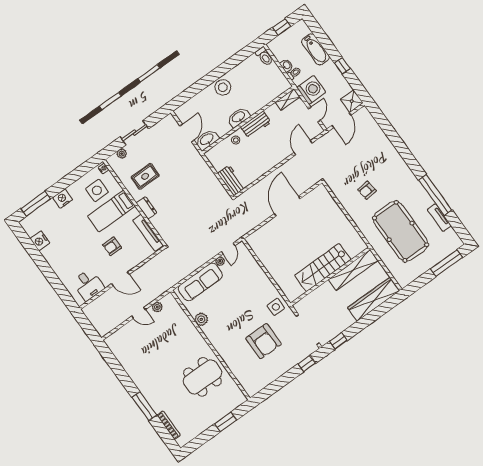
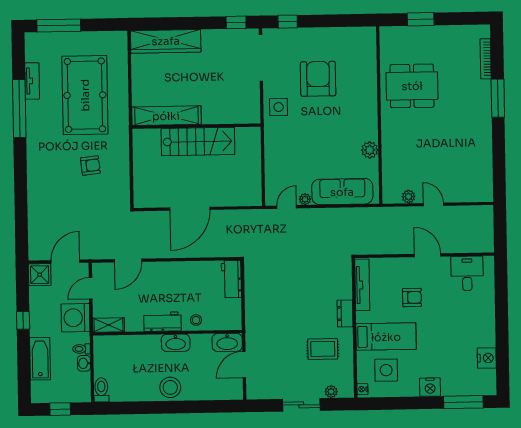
stairs: (323, 268) -> (198, 141), moved
shelving: (353, 270) -> (166, 116), moved
wall: (330, 276) -> (196, 126), moved

